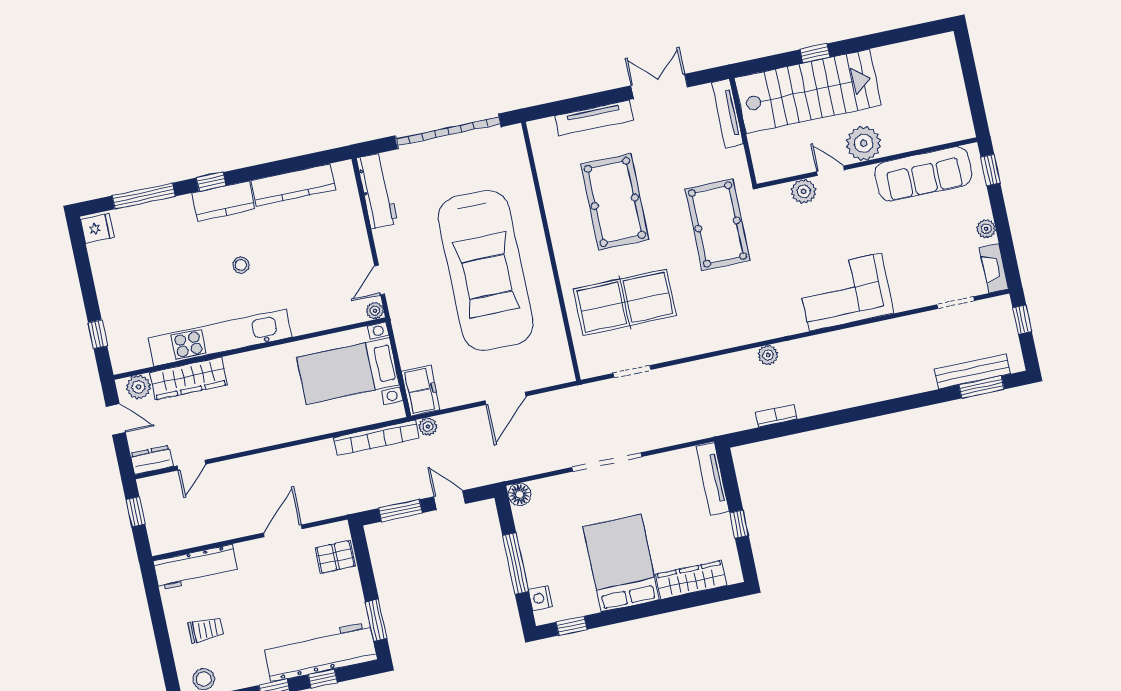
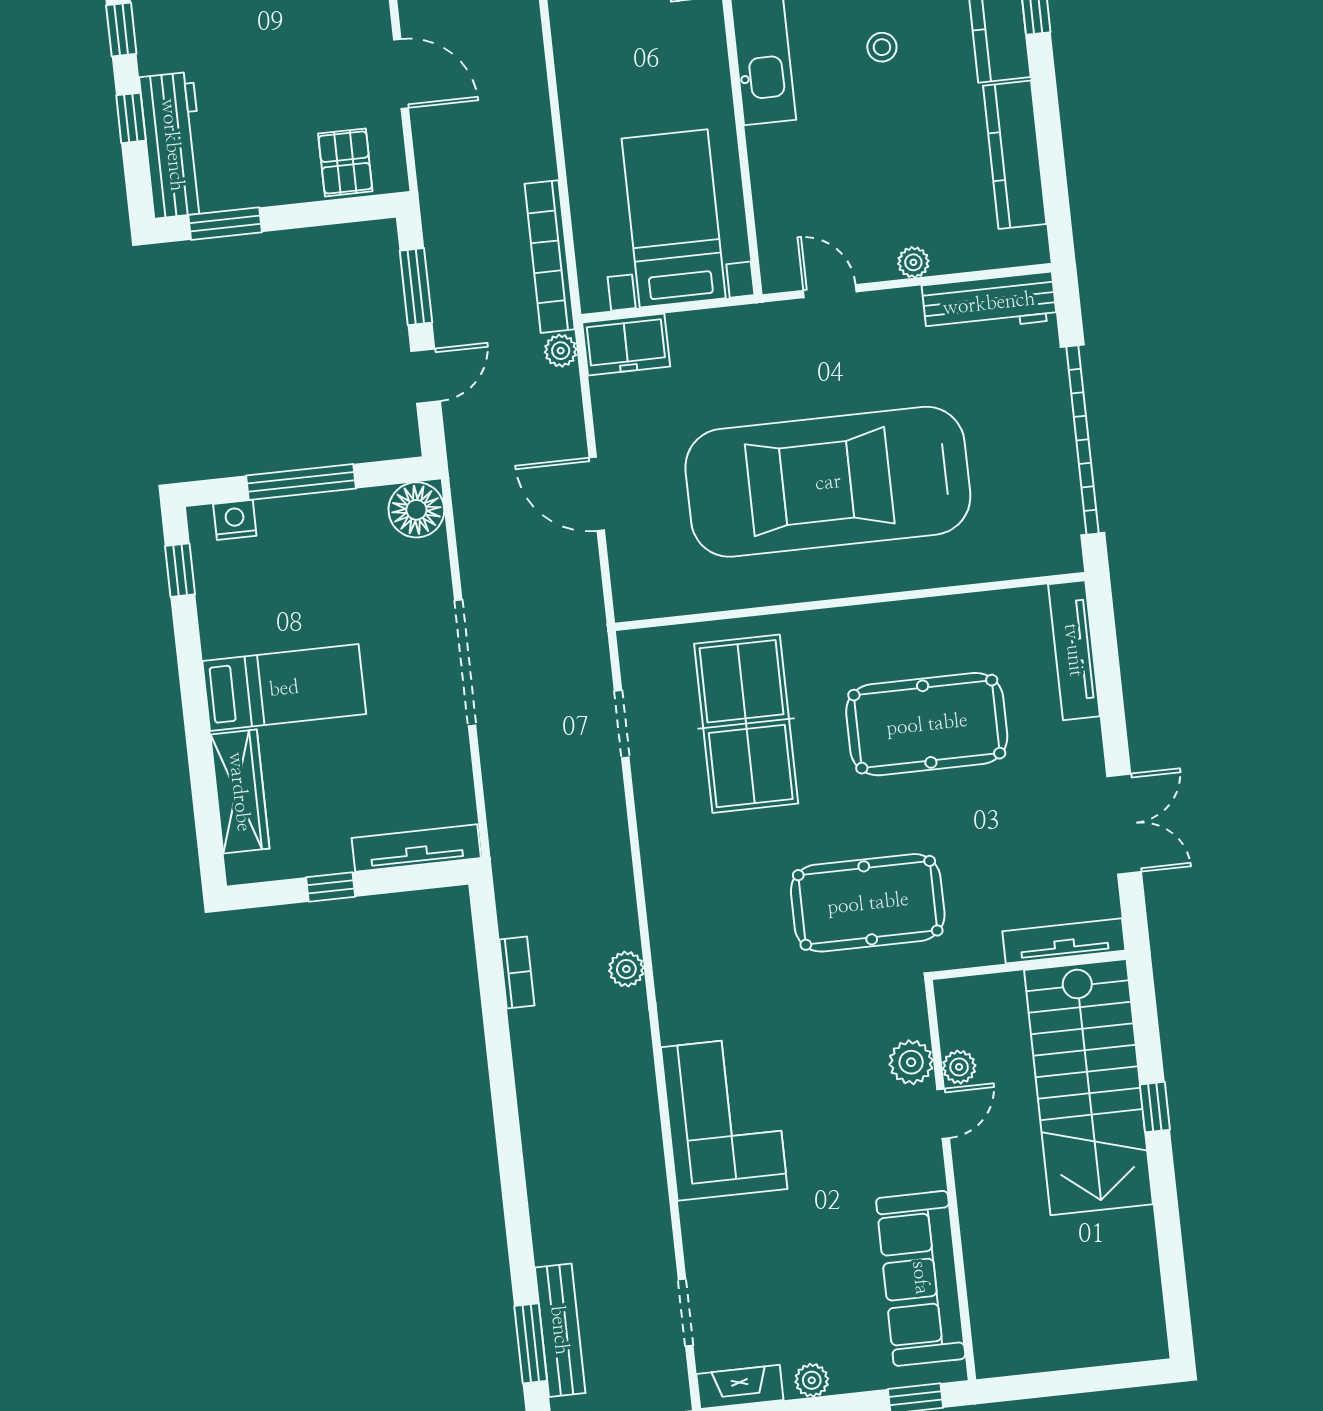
tv unit: (594, 118) -> (1074, 650), moved
plant: (864, 143) -> (959, 1067), moved, width x0.53, depth x0.53
plant: (375, 311) -> (913, 262), moved
floor lamp: (519, 494) -> (416, 510), width x1.38, depth x1.38
bed: (621, 563) -> (284, 688), width x0.67
workbench: (320, 652) -> (173, 145), width x0.73, depth x0.76

